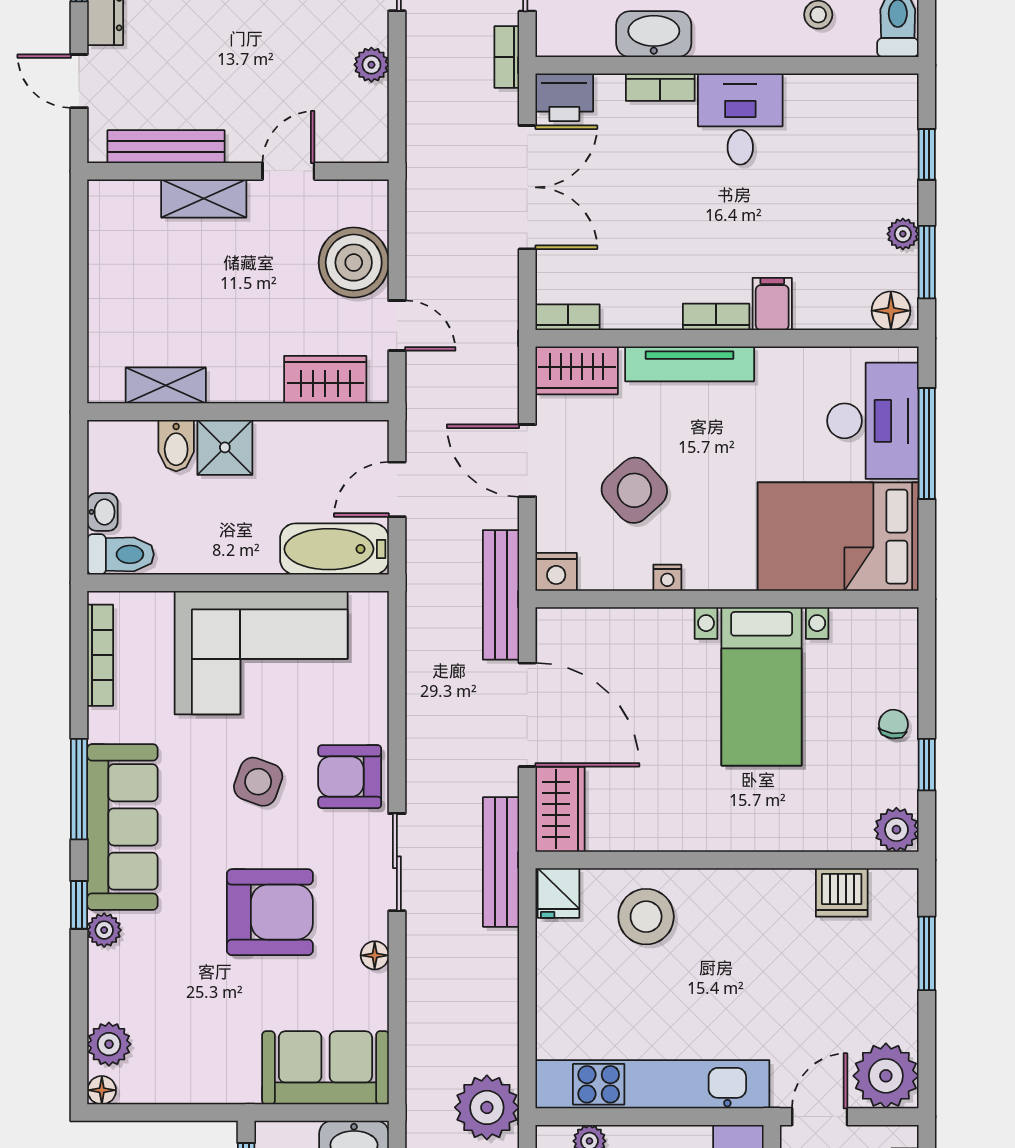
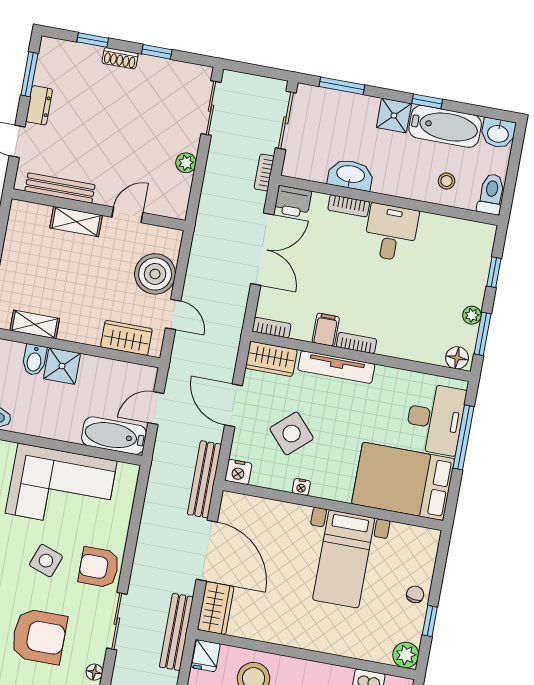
filing cabinet: (772, 304) -> (326, 330), moved

